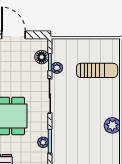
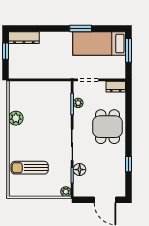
floor lamp: (42, 57) -> (80, 170), moved
plant: (57, 68) -> (66, 192), moved

